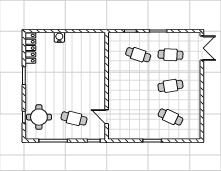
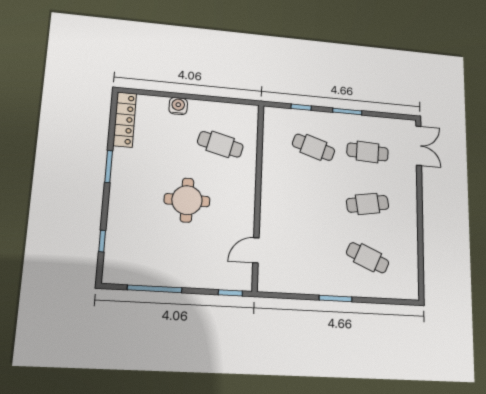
round table: (39, 117) -> (187, 200), moved
door: (107, 117) -> (256, 250), hinge flipped
cafe table: (74, 118) -> (220, 144), moved

